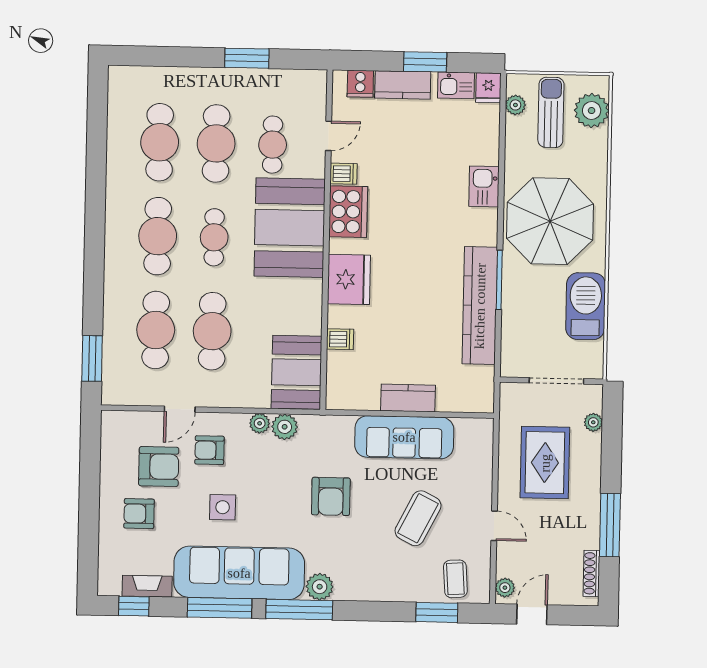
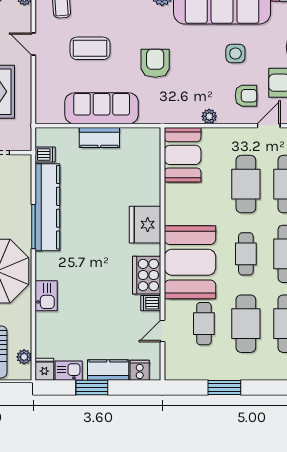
dishwasher: (340, 339) -> (45, 154), moved, turned 180
plant: (285, 427) -> (191, 114), removed
coffee table: (418, 518) -> (90, 48), turned 63

